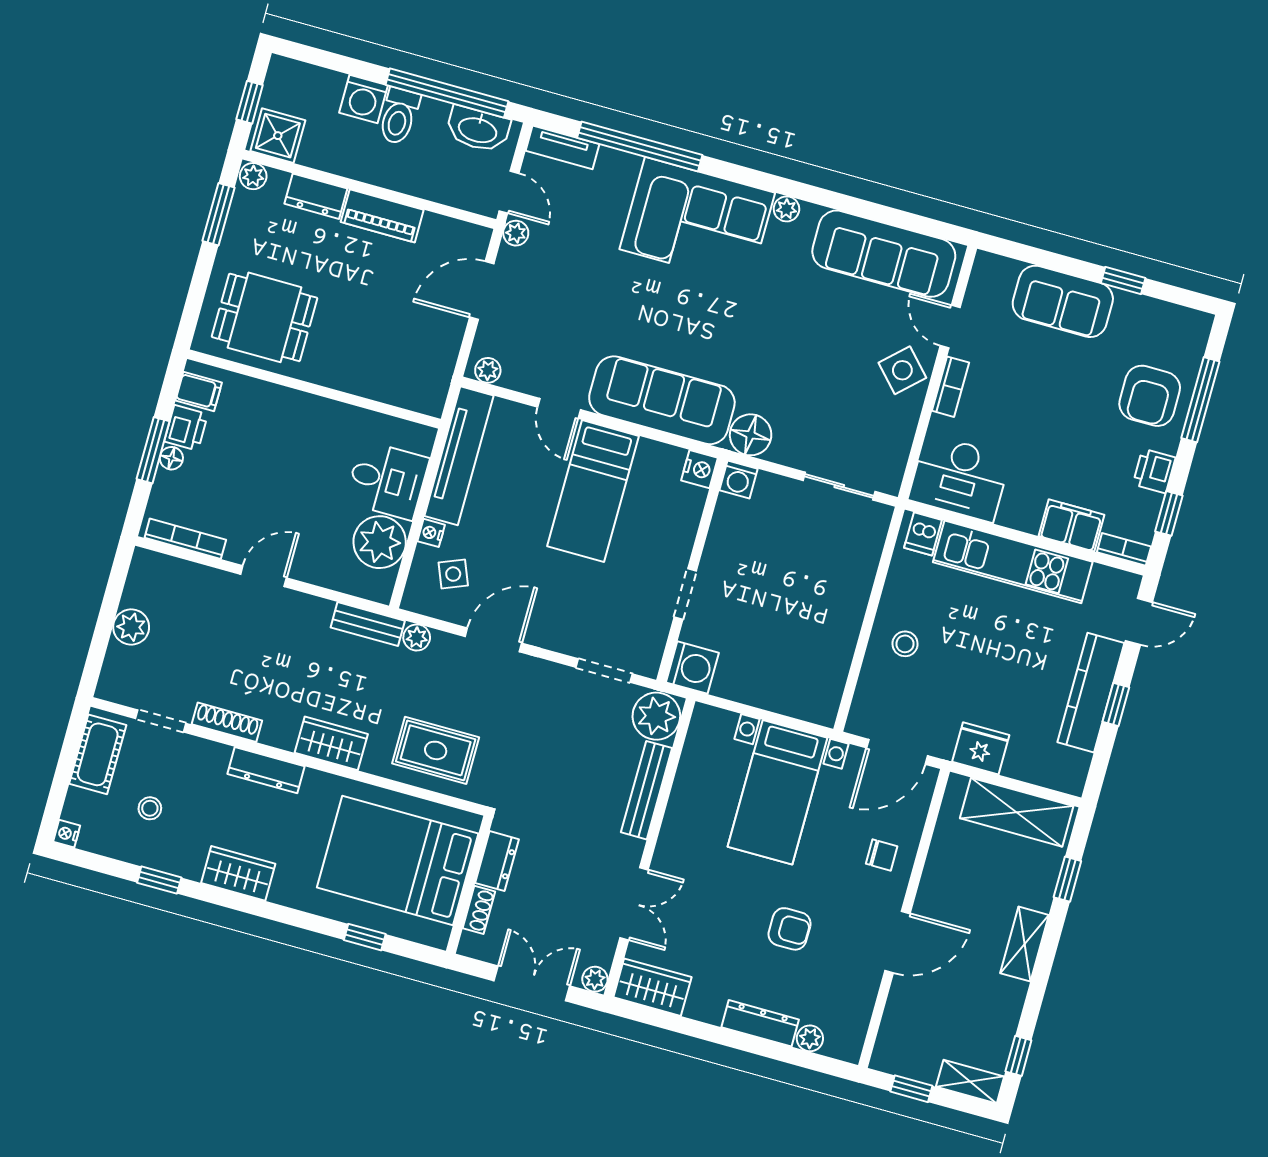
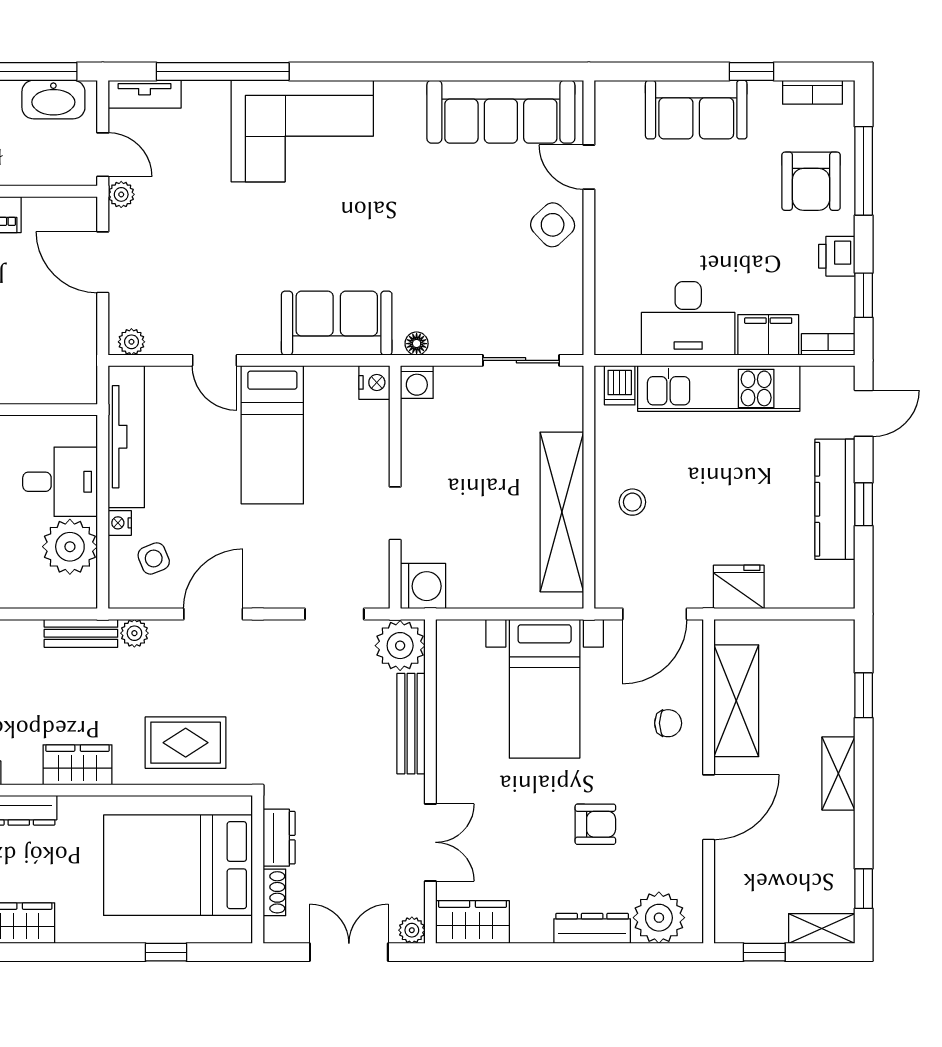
plant: (786, 209) -> (389, 94), removed
door: (482, 290) -> (103, 262), hinge flipped
bookcase: (951, 387) -> (812, 92), moved, turned 90
sofa: (662, 400) -> (337, 323), width x0.73
floor lamp: (751, 435) -> (417, 344), width x0.53, depth x0.53
desk: (959, 478) -> (688, 318), moved
shelving: (838, 635) -> (562, 512), added
shelving: (1017, 812) -> (736, 701), moved, turned 90
plant: (810, 1038) -> (659, 918), width x1.88, depth x1.88

